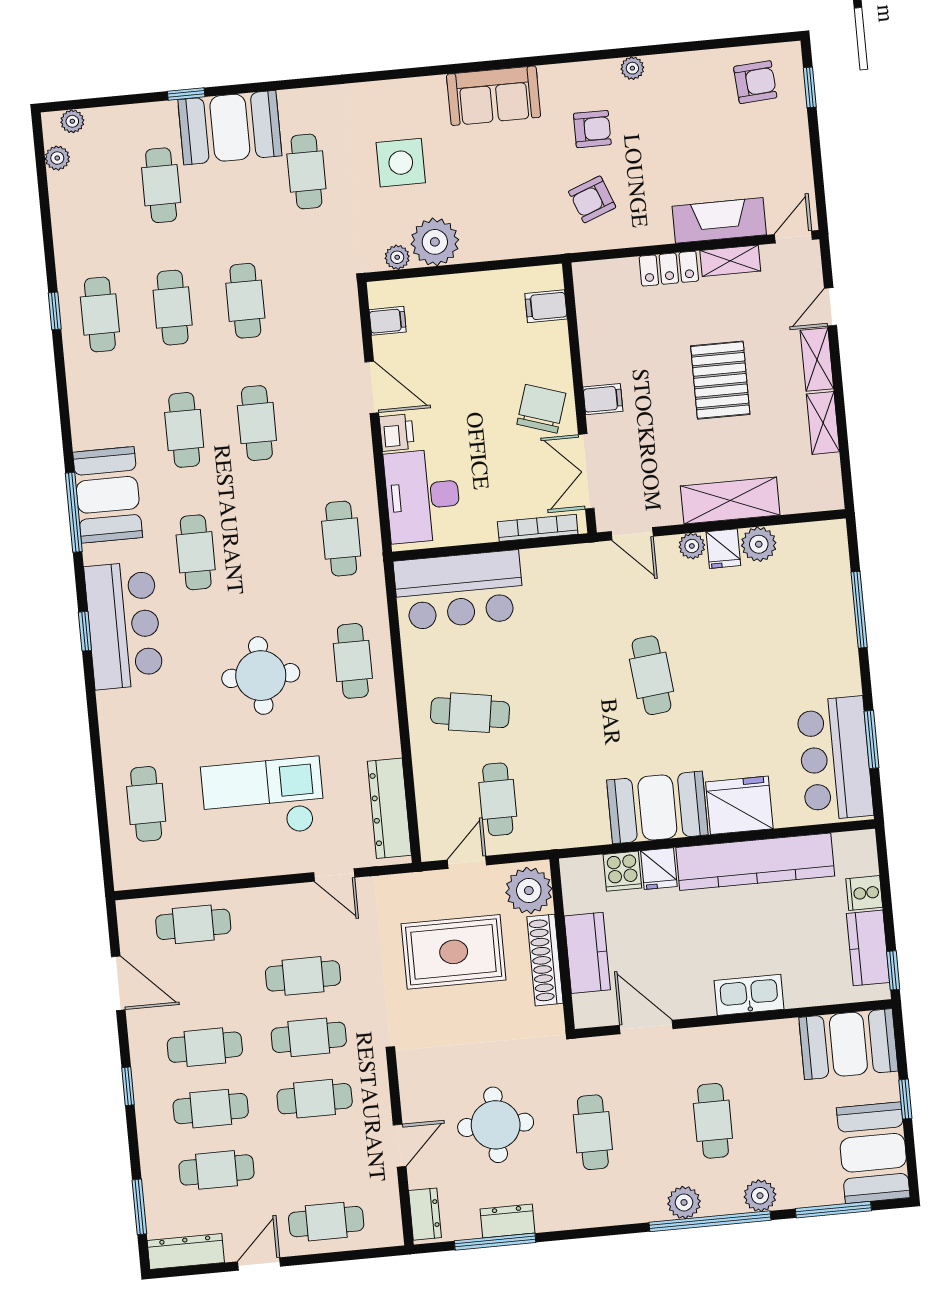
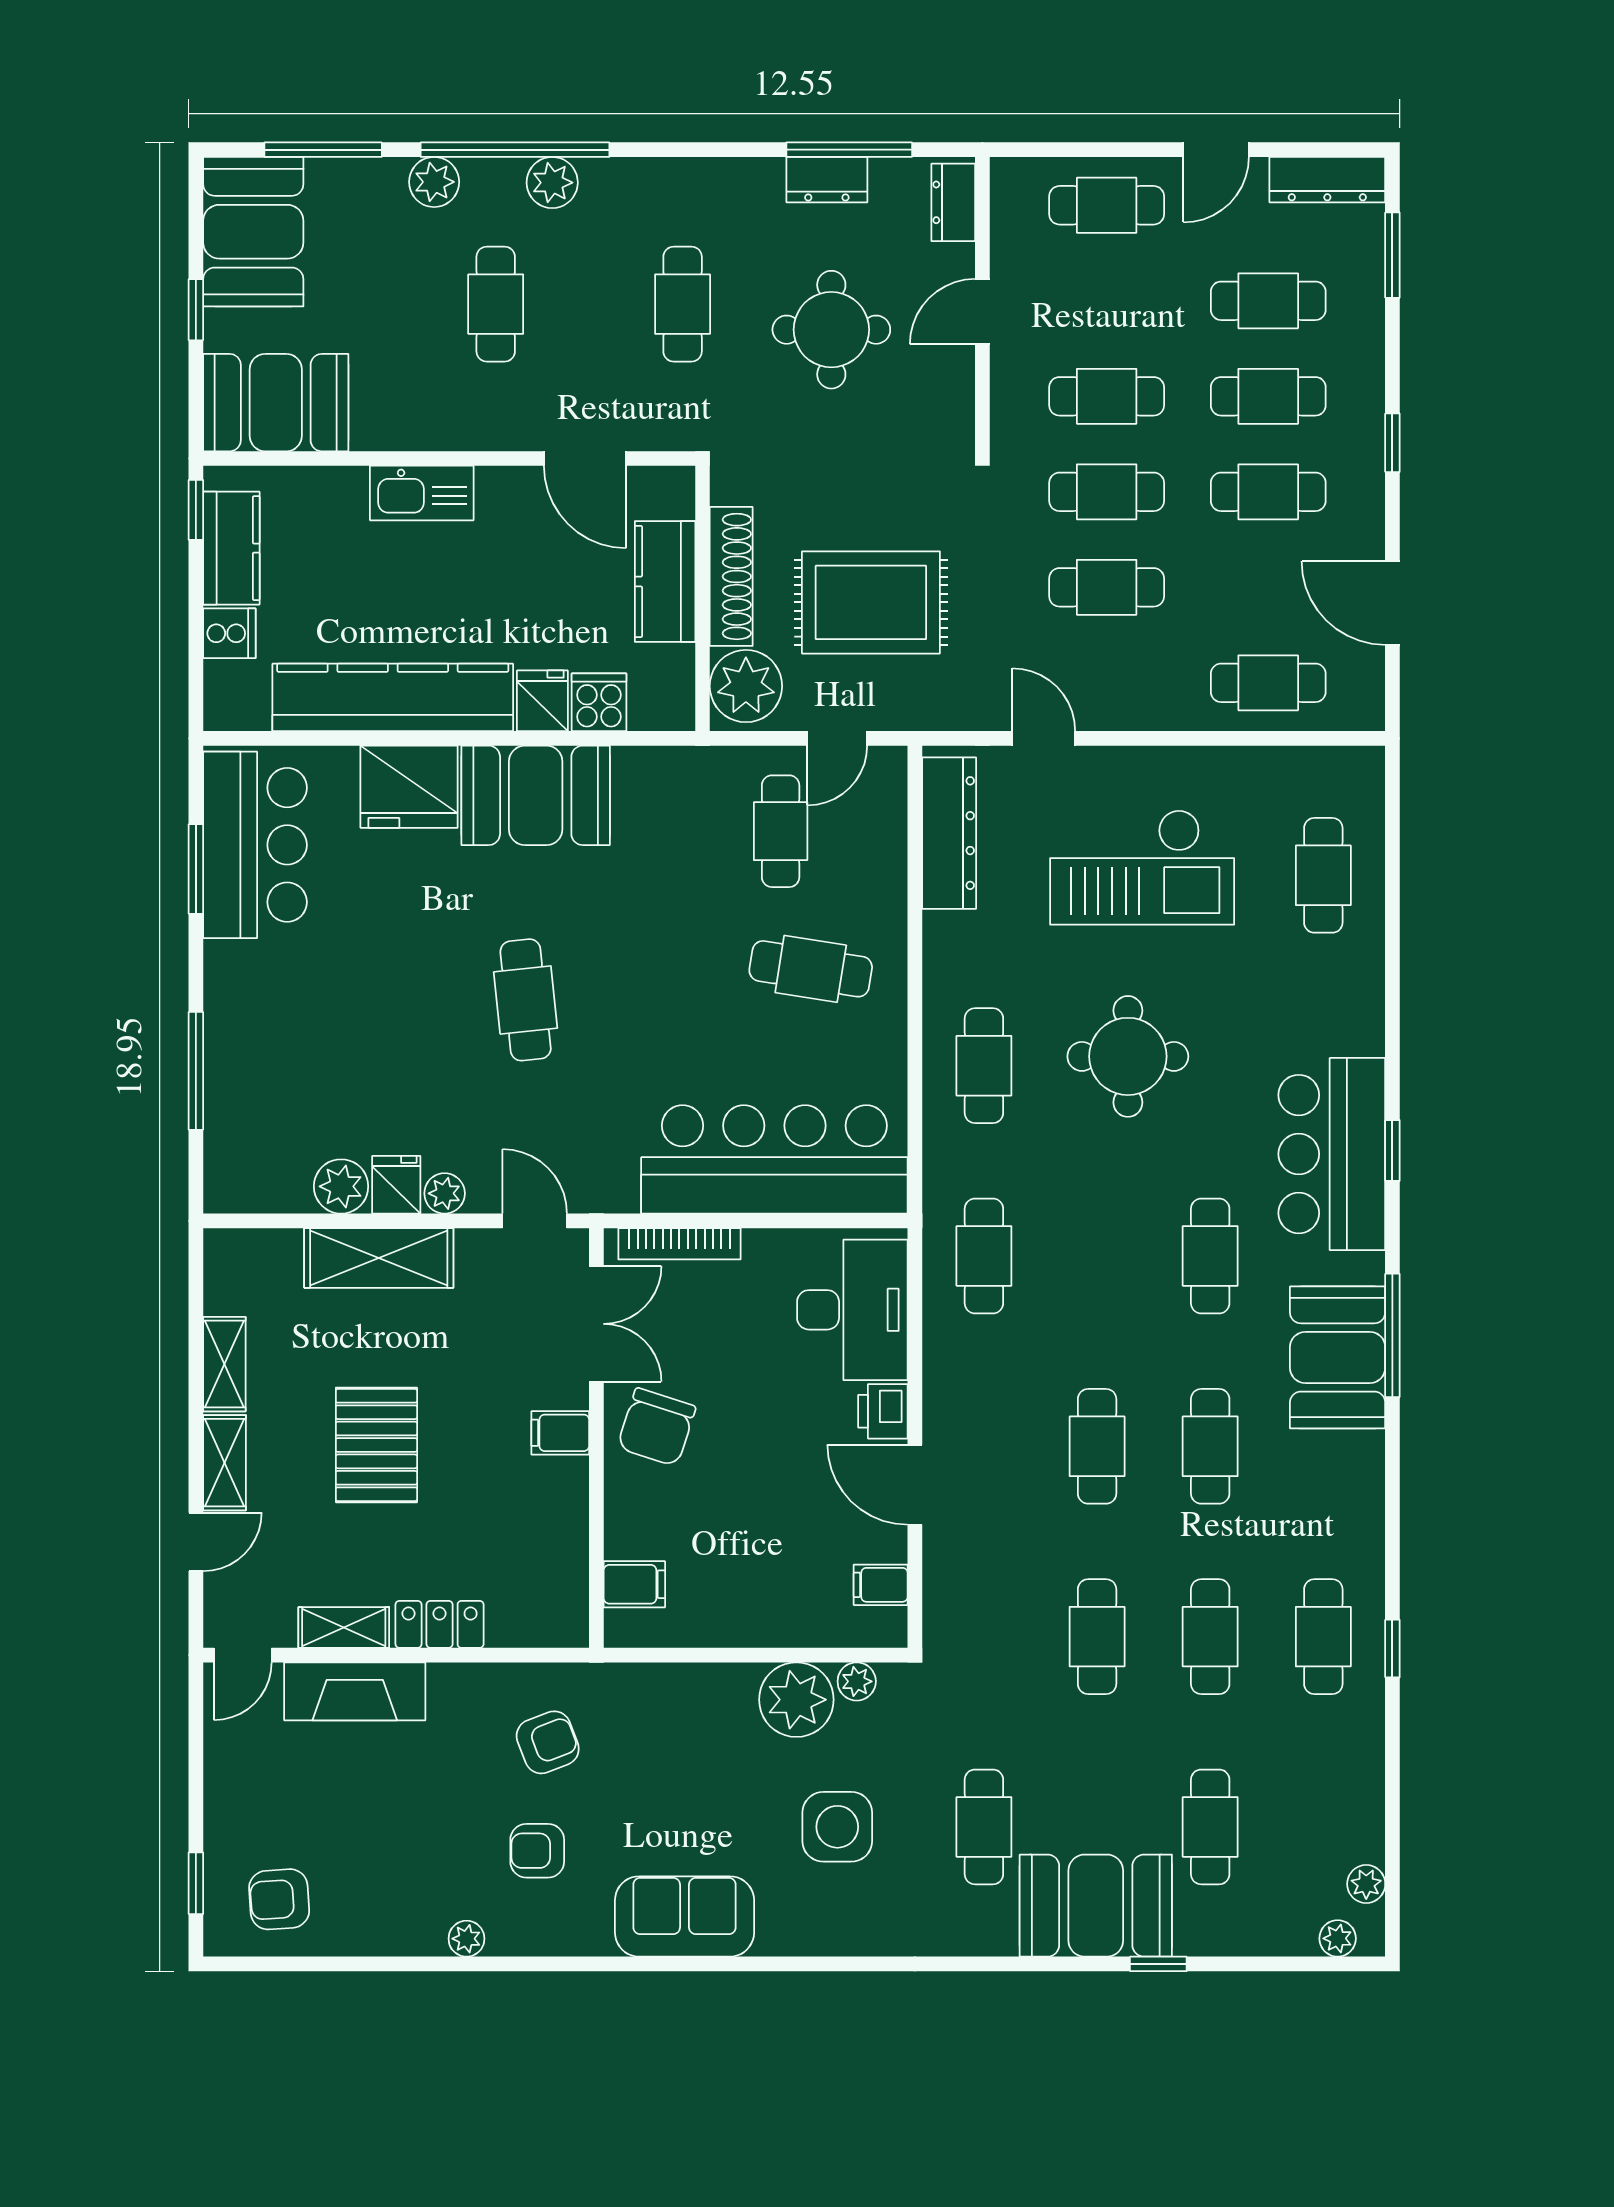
bar counter: (459, 590) -> (774, 1159), width x1.36

